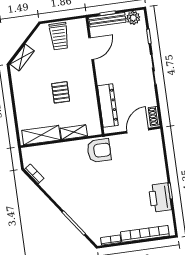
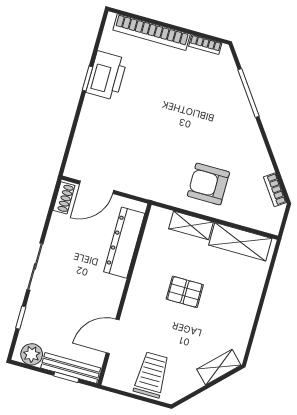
pallet: (61, 92) -> (185, 292), turned 90
armchair: (99, 151) -> (208, 184), moved

